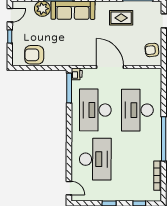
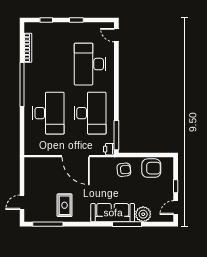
rug: (121, 18) -> (65, 205), turned 90
armchair: (152, 50) -> (124, 170), moved

